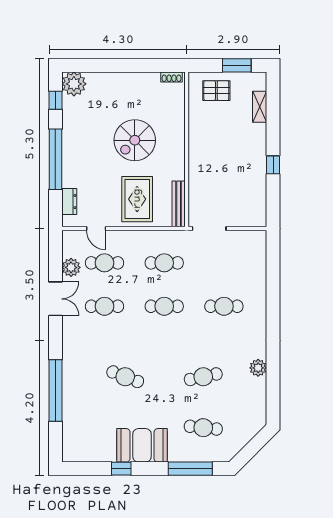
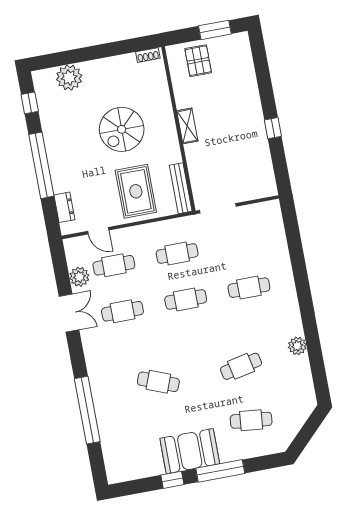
plant: (74, 84) -> (69, 77), moved
pallet: (216, 91) -> (198, 61), turned 90
shelving: (260, 107) -> (187, 126), moved
window: (190, 469) -> (220, 471), moved

